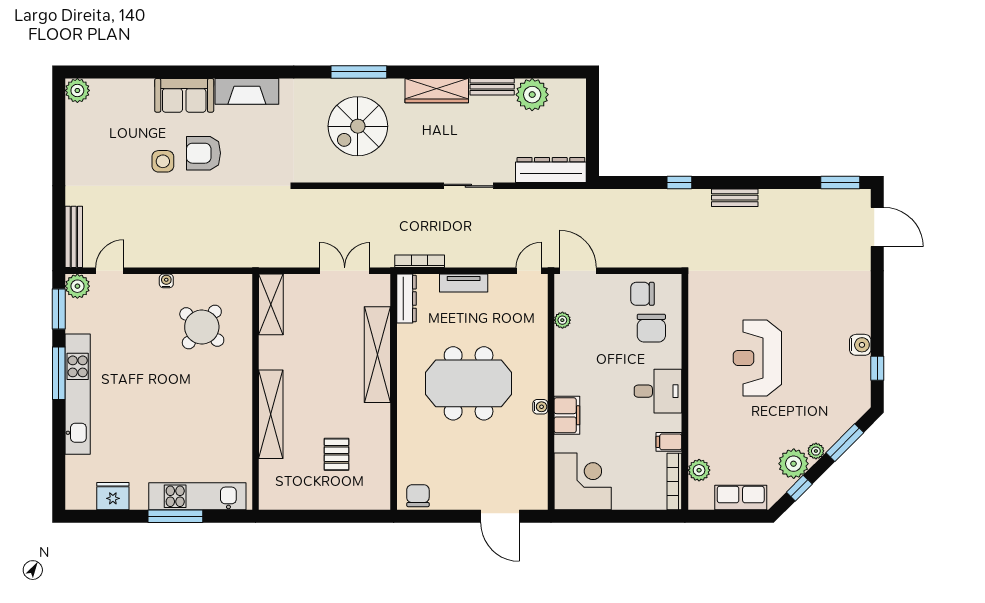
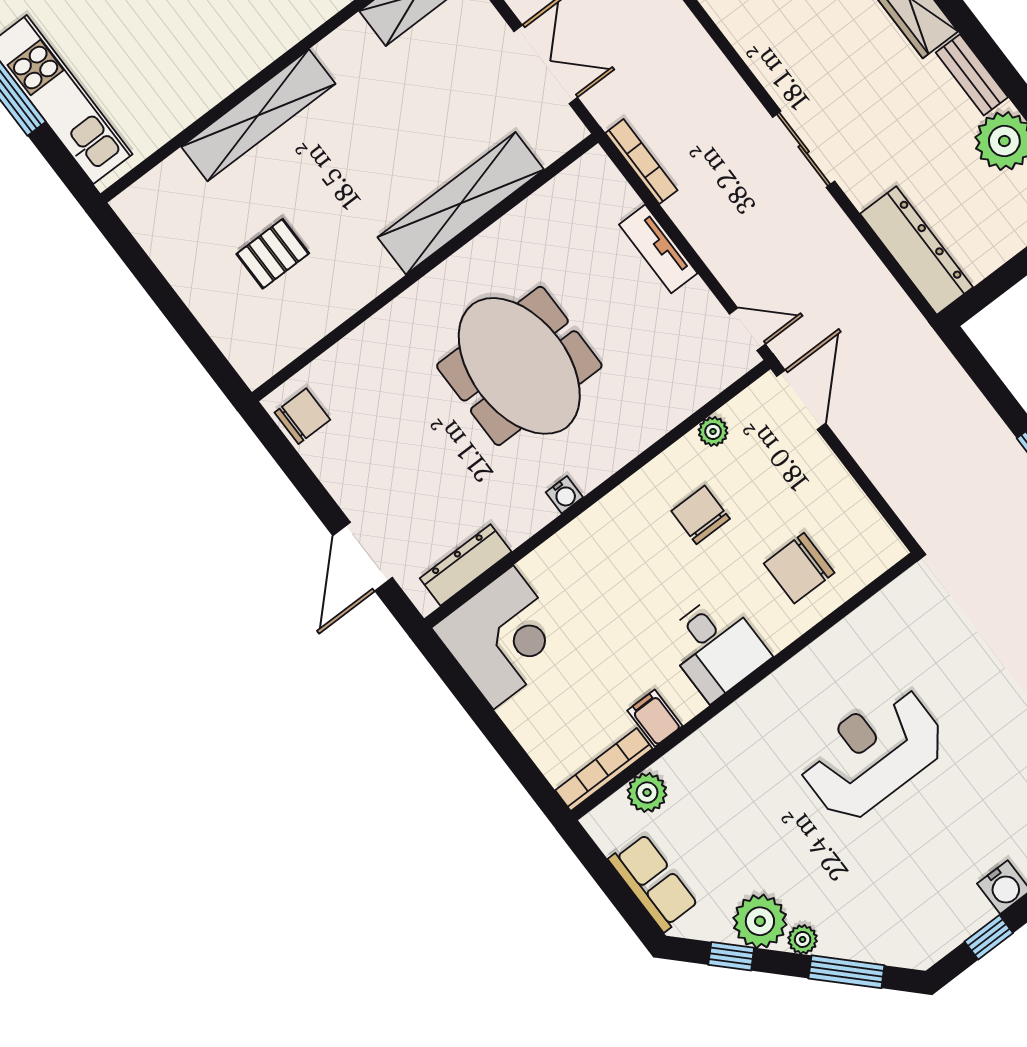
chair: (642, 294) -> (701, 515), moved
dresser: (406, 299) -> (466, 565), moved, turned 180
filing cabinet: (567, 415) -> (581, 542), removed

